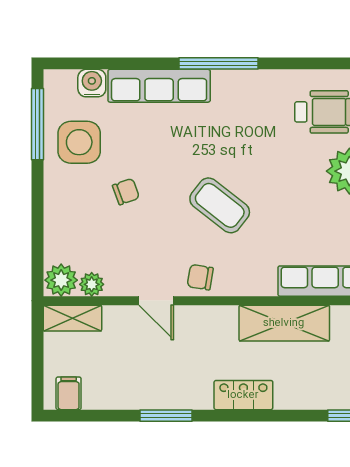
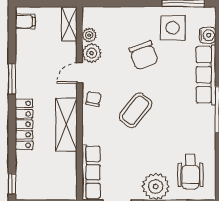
chair: (126, 192) -> (144, 55), width x1.87, depth x1.87
plant: (61, 280) -> (92, 53), moved
shelving: (284, 323) -> (66, 125), moved
locker: (243, 395) -> (24, 124), width x1.53

